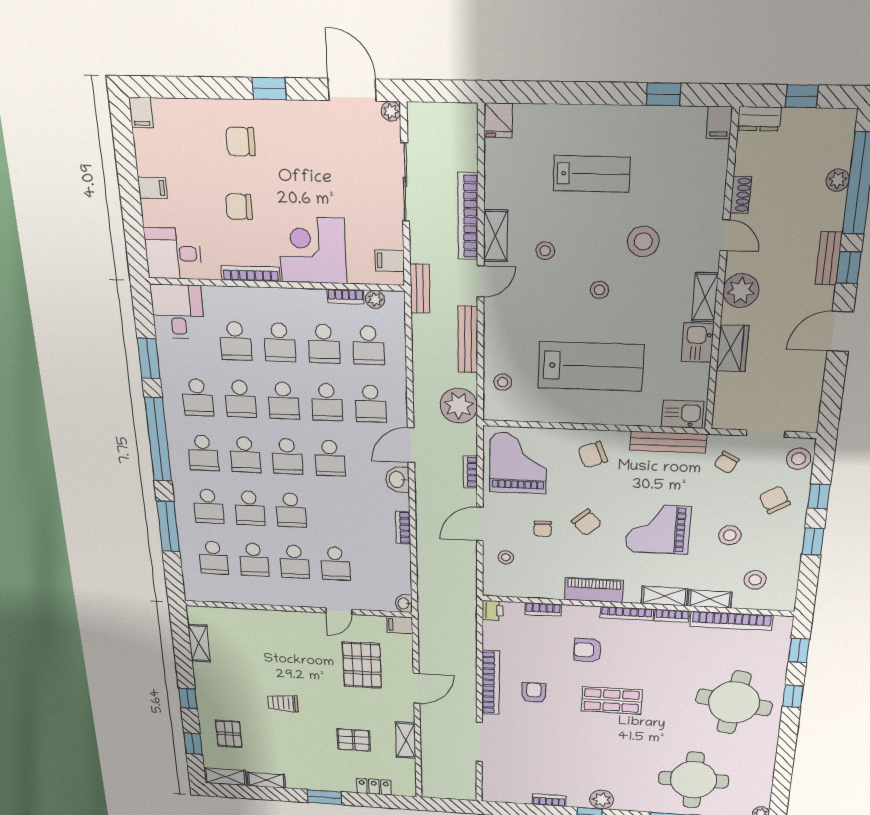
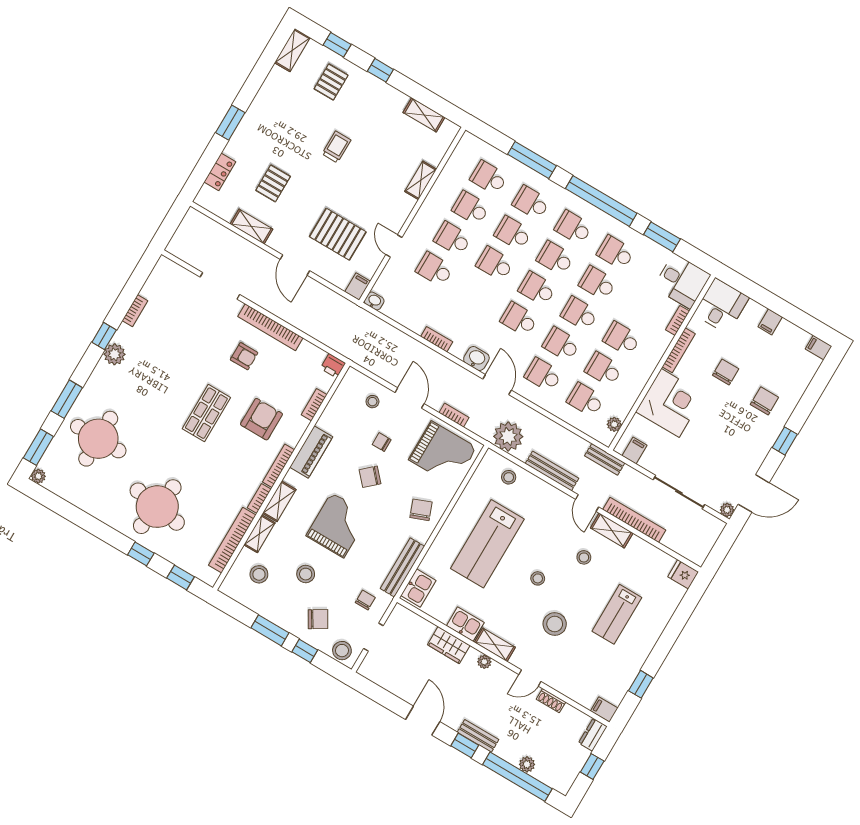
plant: (741, 291) -> (484, 662), width x0.53, depth x0.53
bookcase: (346, 297) -> (678, 320), moved
school desk: (236, 341) -> (640, 308), removed
chair: (727, 462) -> (365, 600), turned 62
window: (813, 541) -> (270, 630), width x1.50
armchair: (588, 650) -> (261, 419), width x1.38, depth x1.38
pallet: (229, 734) -> (331, 82), turned 90
shelving: (266, 780) -> (421, 180), moved

